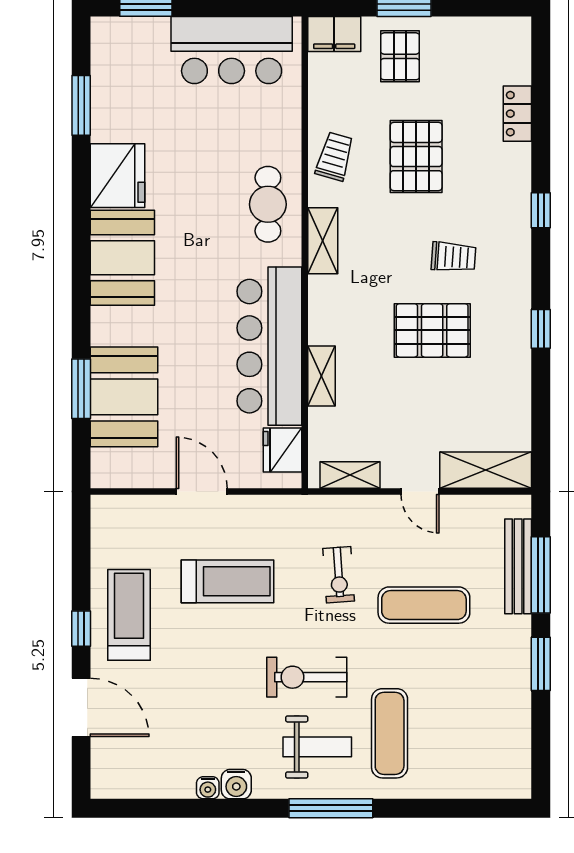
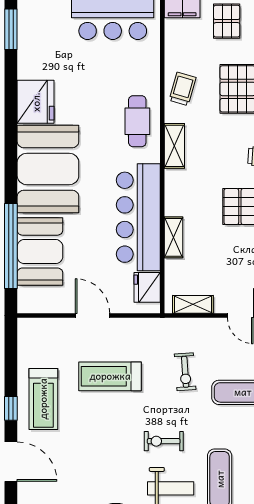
window: (81, 105) -> (11, 29), moved
booth: (122, 258) -> (48, 169), width x1.36, depth x1.42
window: (81, 389) -> (11, 246), width x2.11
treadmill: (228, 581) -> (110, 376), turned 180
treadmill: (129, 615) -> (43, 399), turned 180
exercise bike: (307, 677) -> (164, 441), width x0.73, depth x0.72

